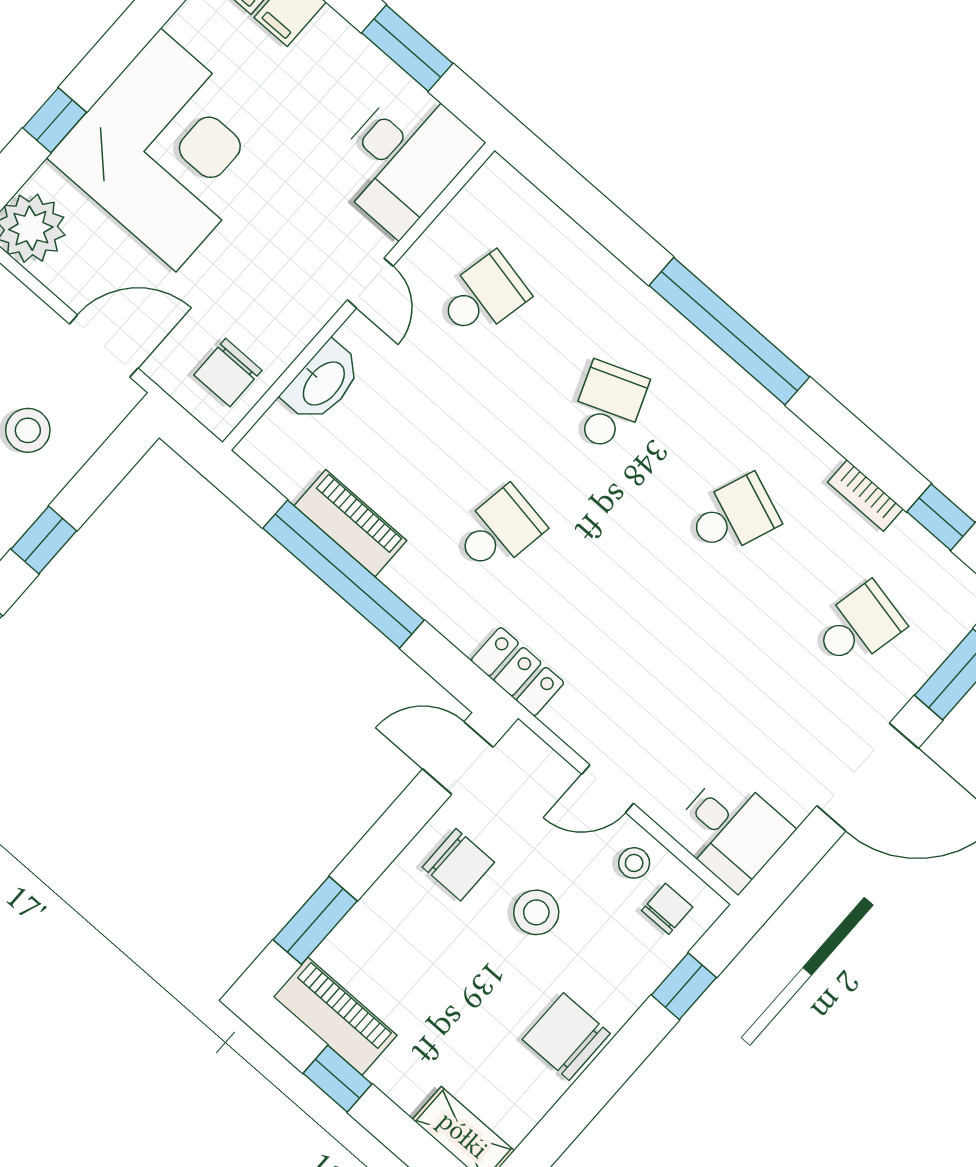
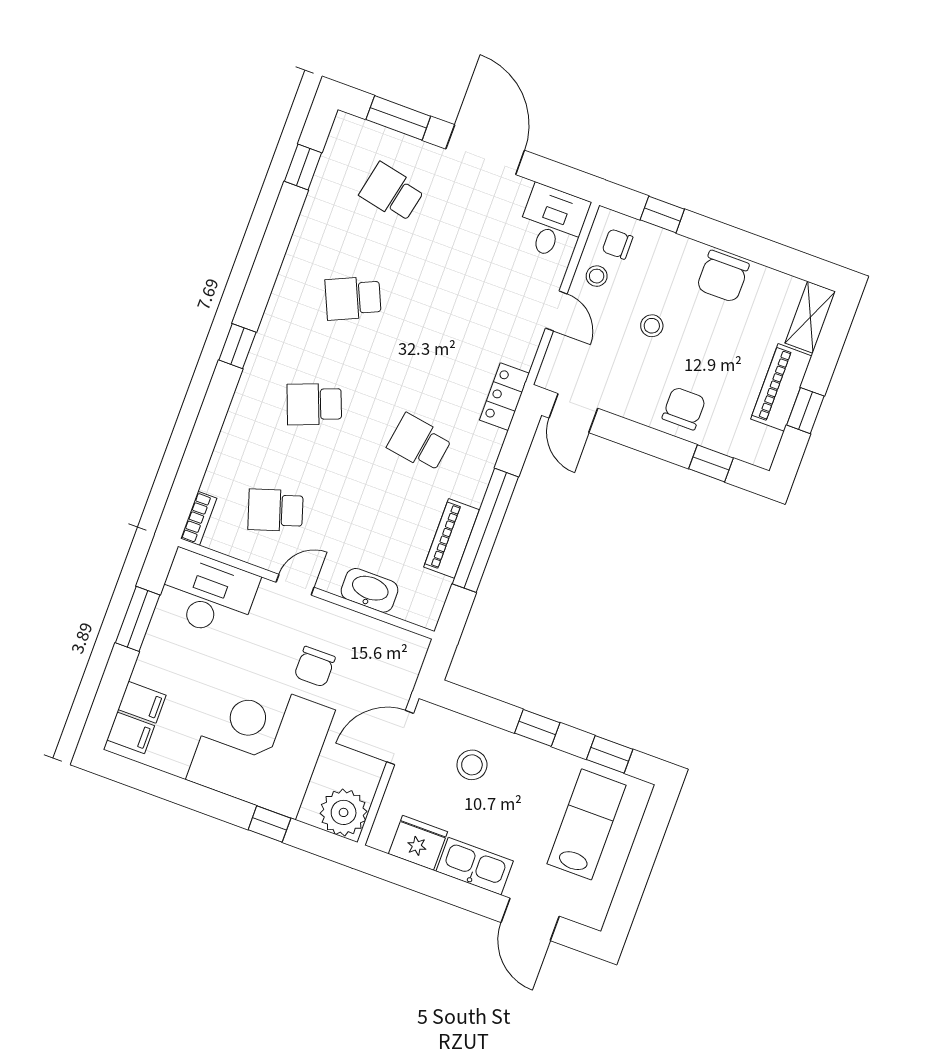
school desk: (483, 296) -> (275, 510), turned -30
window: (729, 331) -> (237, 346), width x0.32
door: (104, 346) -> (400, 738), hinge flipped
chair: (228, 373) -> (315, 667), moved, turned 90
bookcase: (865, 495) -> (199, 518), moved
school desk: (734, 516) -> (353, 298), turned -45
chair: (458, 865) -> (684, 408), moved
stool: (536, 912) -> (652, 326), width x0.73, depth x0.73
window: (315, 920) -> (711, 463), width x0.67
piano: (335, 1016) -> (781, 387), moved

